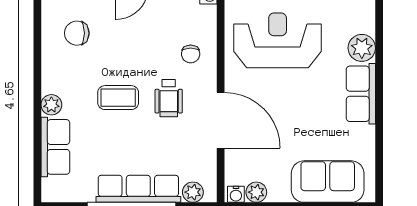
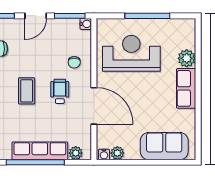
coffee table: (118, 98) -> (27, 91), turned 90
wheelchair: (169, 98) -> (60, 91), turned 180

